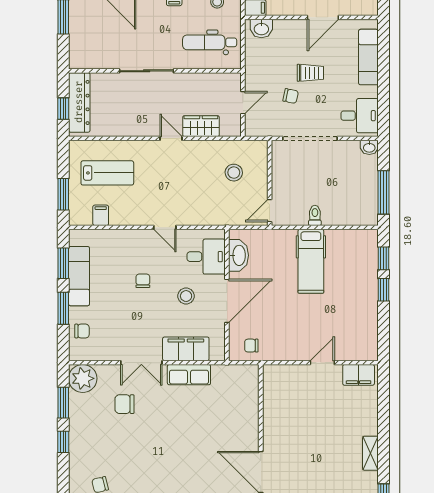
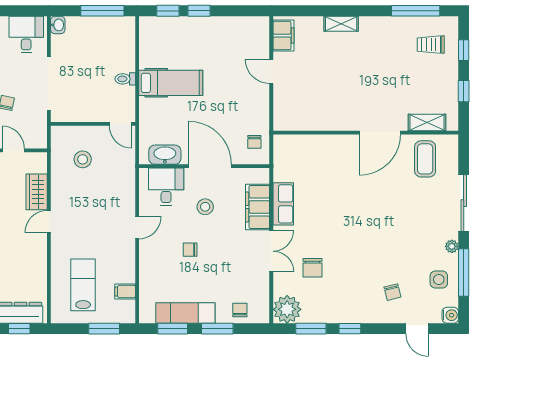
shelving: (370, 453) -> (341, 24), moved

